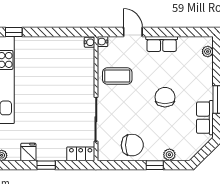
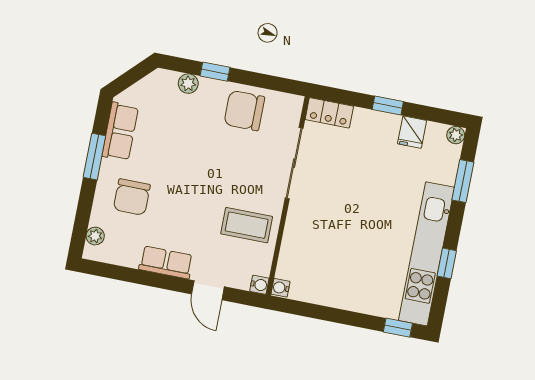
chair: (165, 97) -> (132, 197), moved

